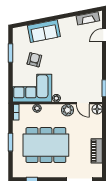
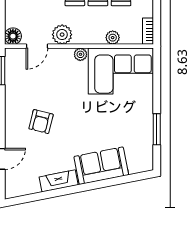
fireplace: (88, 18) -> (59, 181), moved
armchair: (34, 60) -> (41, 122), moved
door: (83, 103) -> (37, 46), swing flipped

